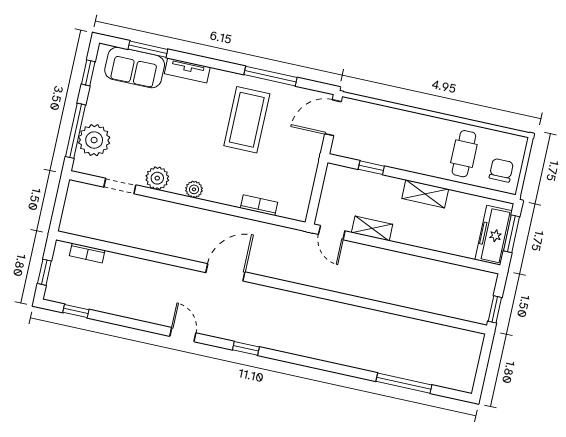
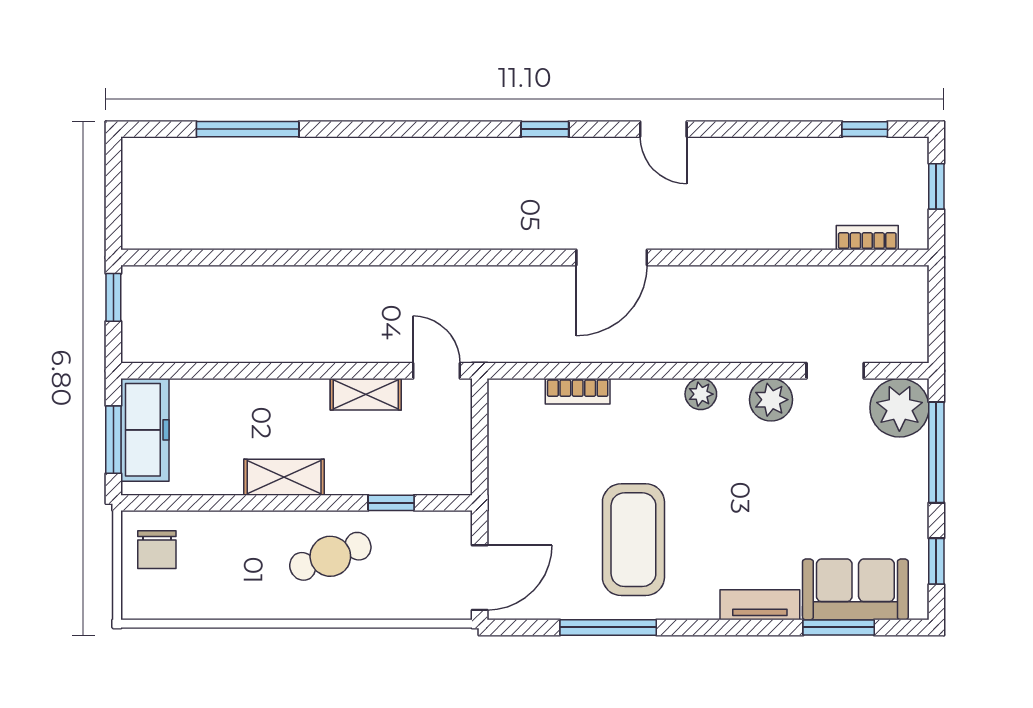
plant: (94, 140) -> (899, 408), moved
cafe table: (464, 154) -> (330, 556), moved, turned 70

